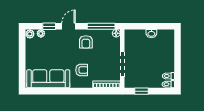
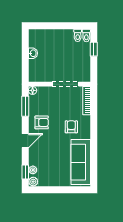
window: (49, 26) -> (25, 172), moved
door: (69, 26) -> (25, 141), swing flipped
window: (101, 26) -> (25, 106), width x0.69
window: (142, 91) -> (94, 49), moved

